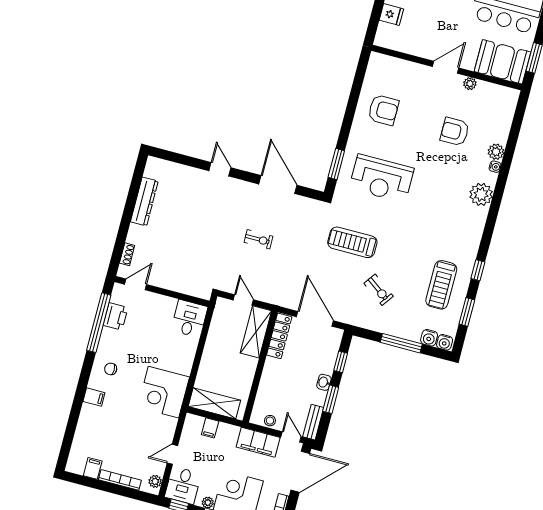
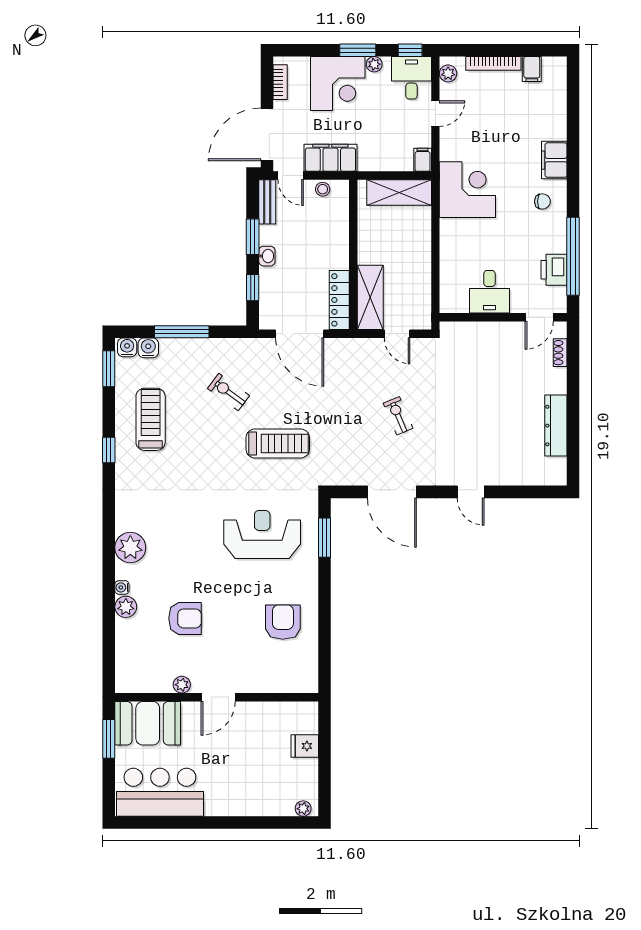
armchair: (383, 110) -> (283, 622), turned 90
exercise bike: (259, 239) -> (398, 416), turned 67
window: (467, 312) -> (109, 369), moved
desk: (189, 319) -> (489, 292), moved
filing cabinet: (94, 397) -> (554, 160), width x2.00
filing cabinet: (210, 428) -> (423, 160), moved

